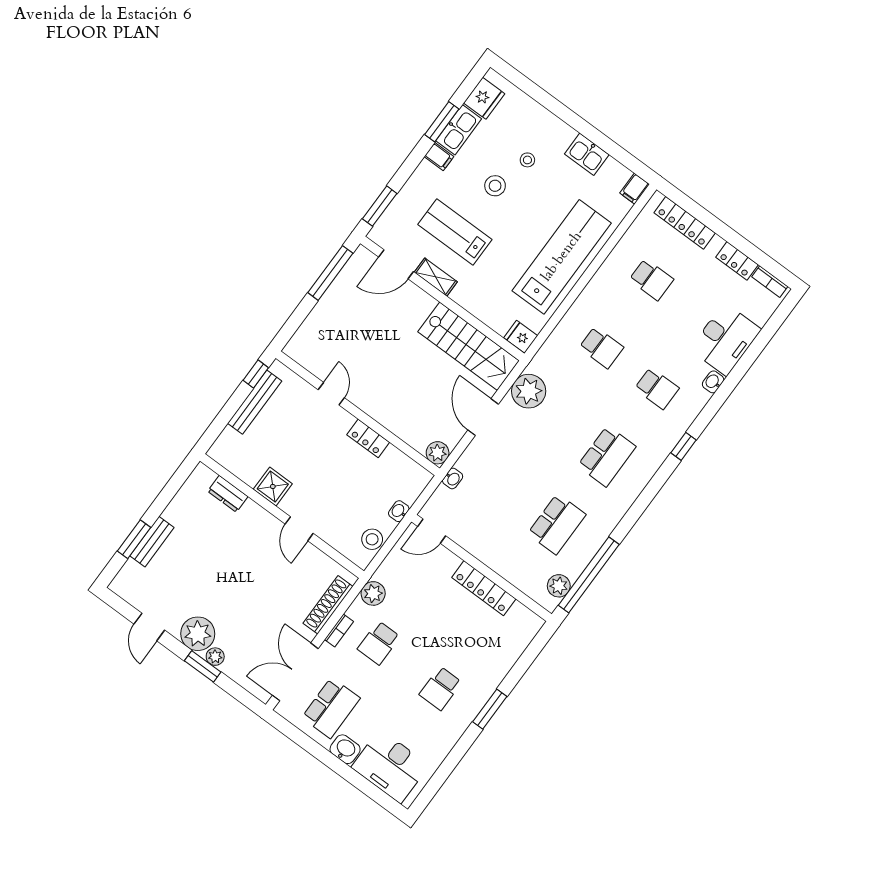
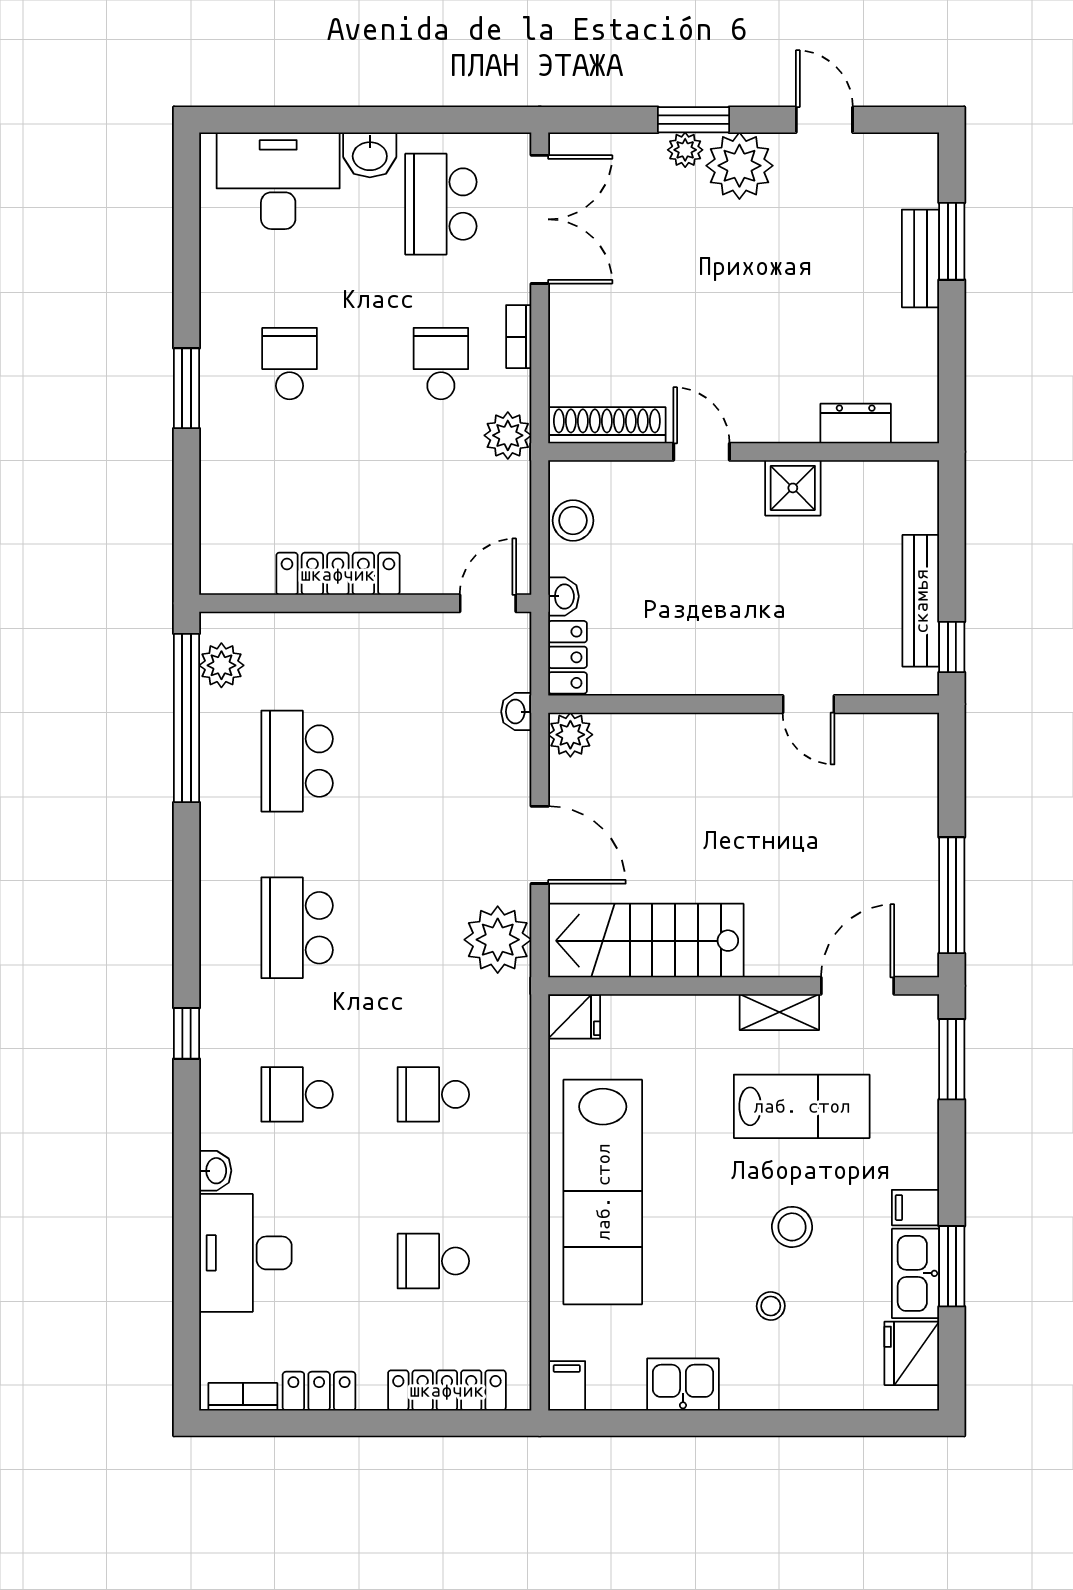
locker: (368, 438) -> (568, 657), moved, turned 90
shoe rack: (328, 605) -> (607, 425), moved, turned -90

